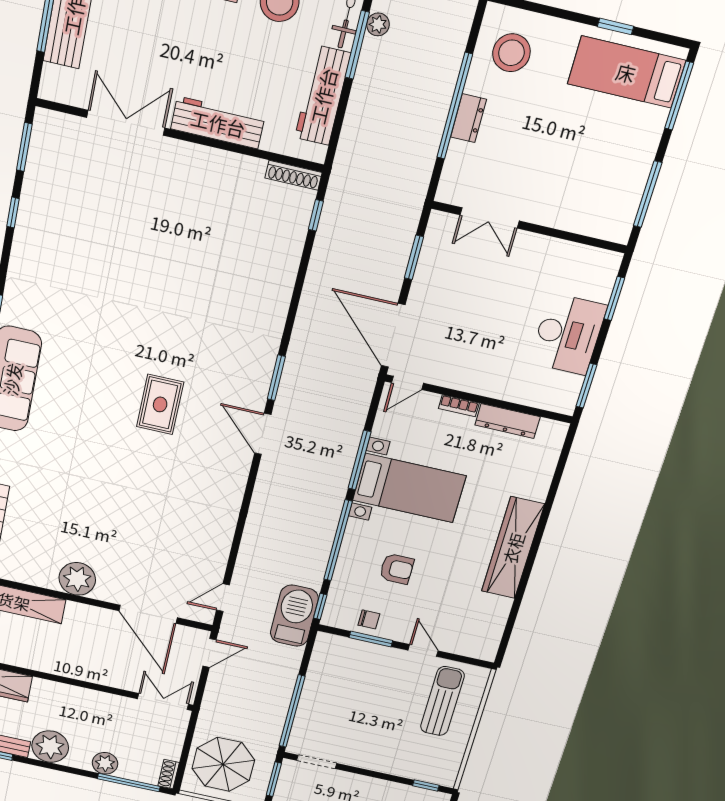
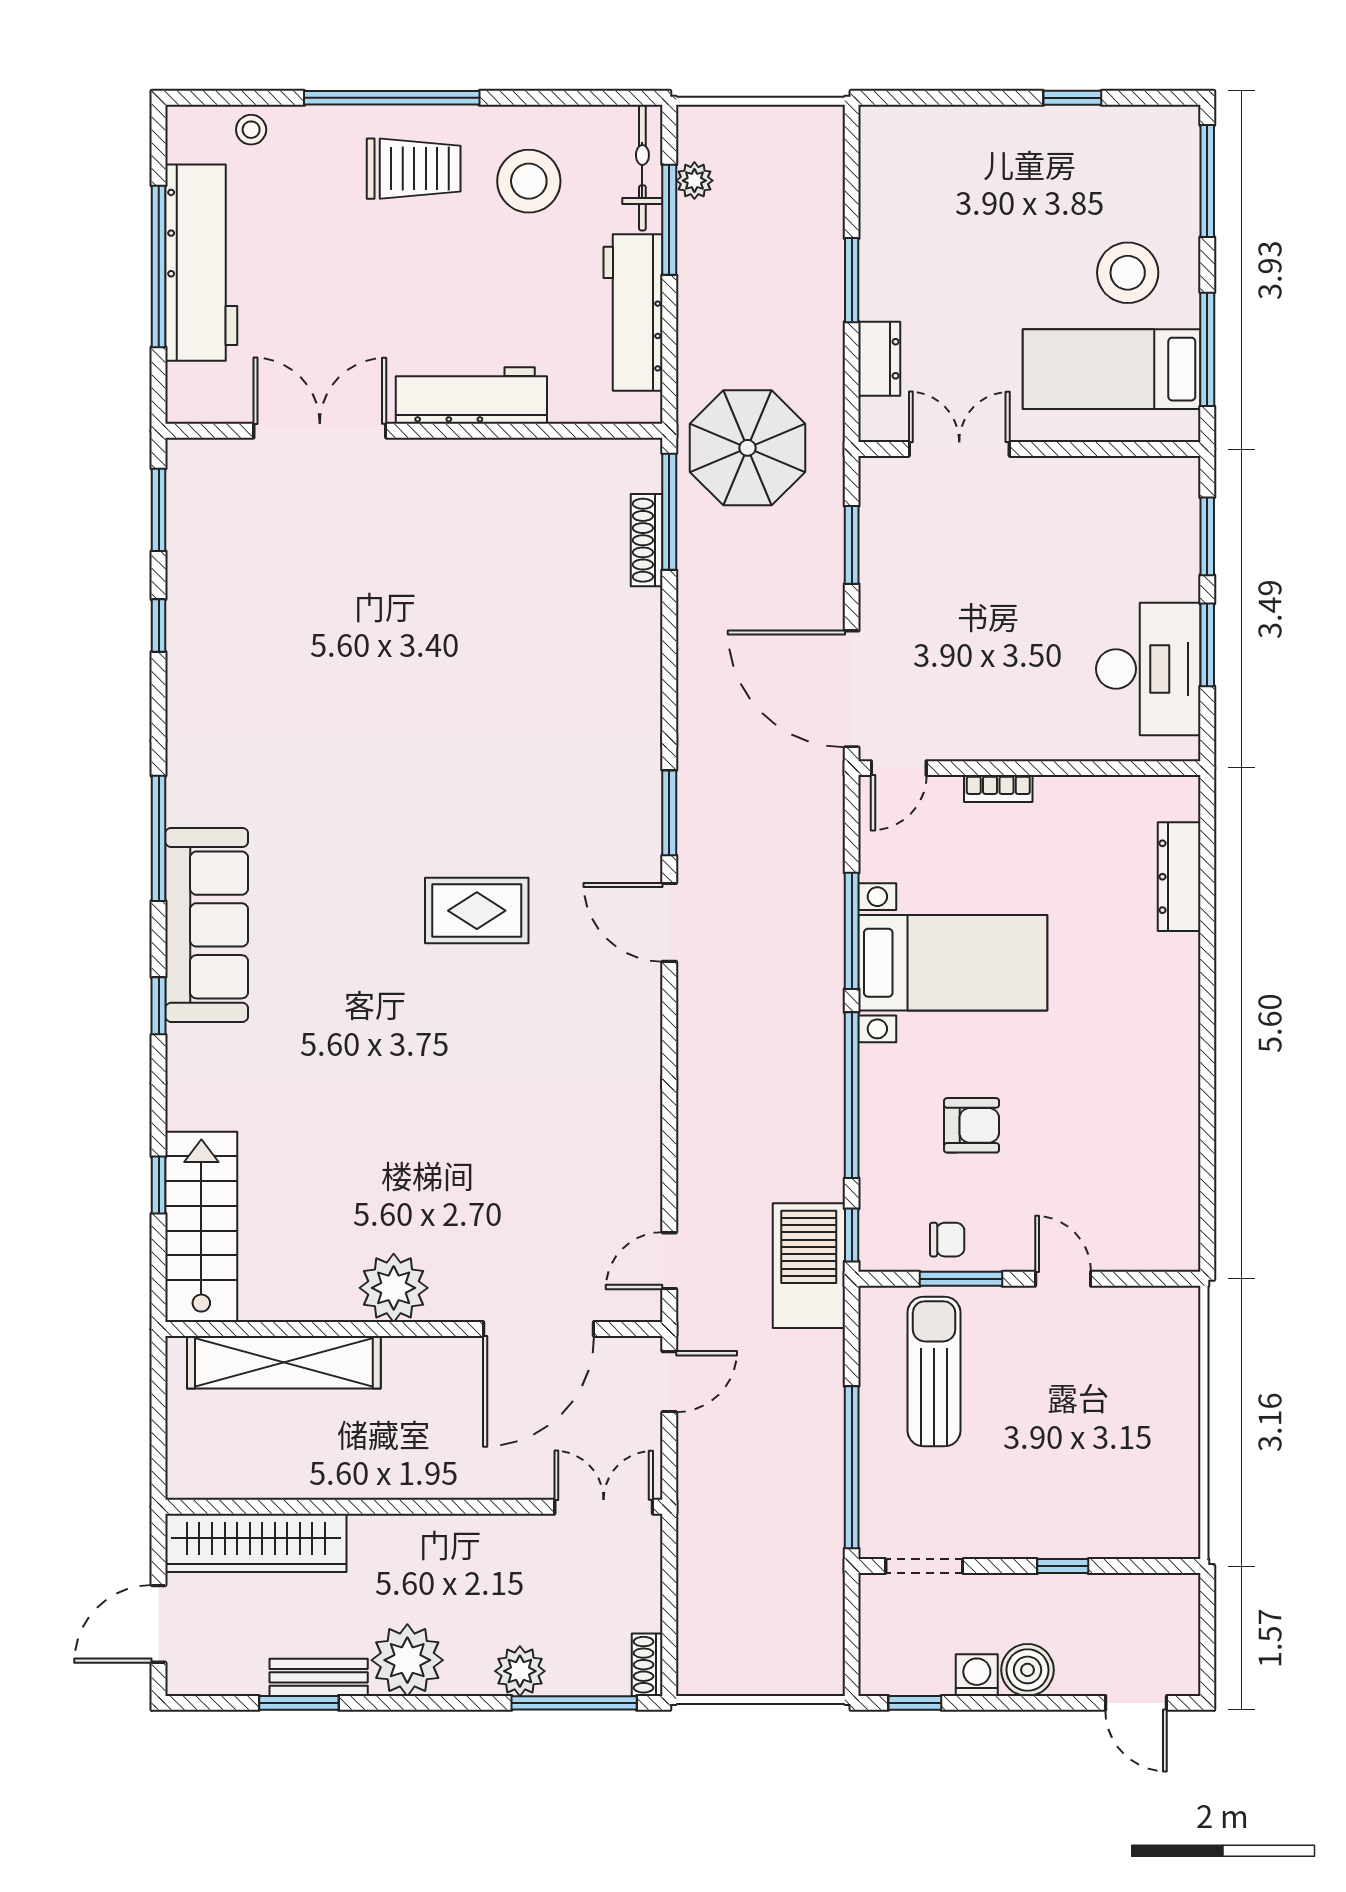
stool: (511, 53) -> (1128, 273), moved
bed: (626, 72) -> (1112, 369), moved
window: (455, 106) -> (852, 280), width x0.47
dresser: (469, 118) -> (879, 359), moved
shoe rack: (293, 175) -> (647, 540), moved, turned 90
window: (316, 215) -> (669, 512), width x2.17
double door: (490, 218) -> (959, 449), swing flipped
desk: (568, 334) -> (1148, 669), moved
window: (586, 386) -> (1207, 645), moved
rug: (160, 404) -> (477, 911), turned 90
dresser: (507, 421) -> (1179, 877), moved, turned 90
wardrobe: (513, 548) -> (1169, 1033), removed
door: (148, 614) -> (538, 1329), hinge flipped
sun lounger: (442, 701) -> (934, 1371), moved
parasol: (223, 764) -> (748, 448), moved
window: (274, 779) -> (852, 1625), removed
window: (426, 786) -> (1063, 1566), moved

